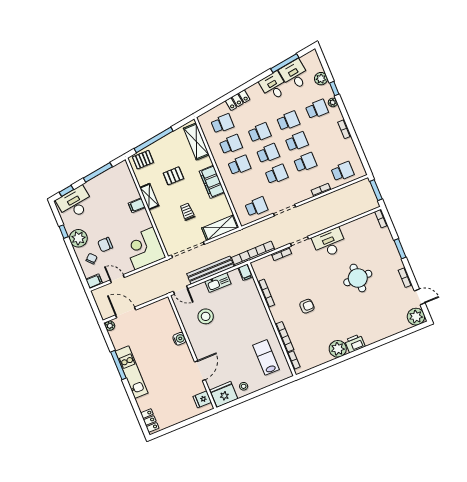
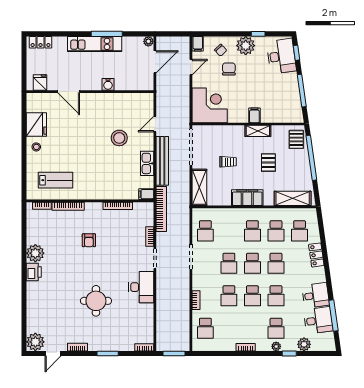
water cooler: (179, 339) -> (108, 84), moved
wall: (192, 352) -> (90, 92), moved
door: (200, 371) -> (69, 92), moved
fridge: (202, 399) -> (40, 82), moved

